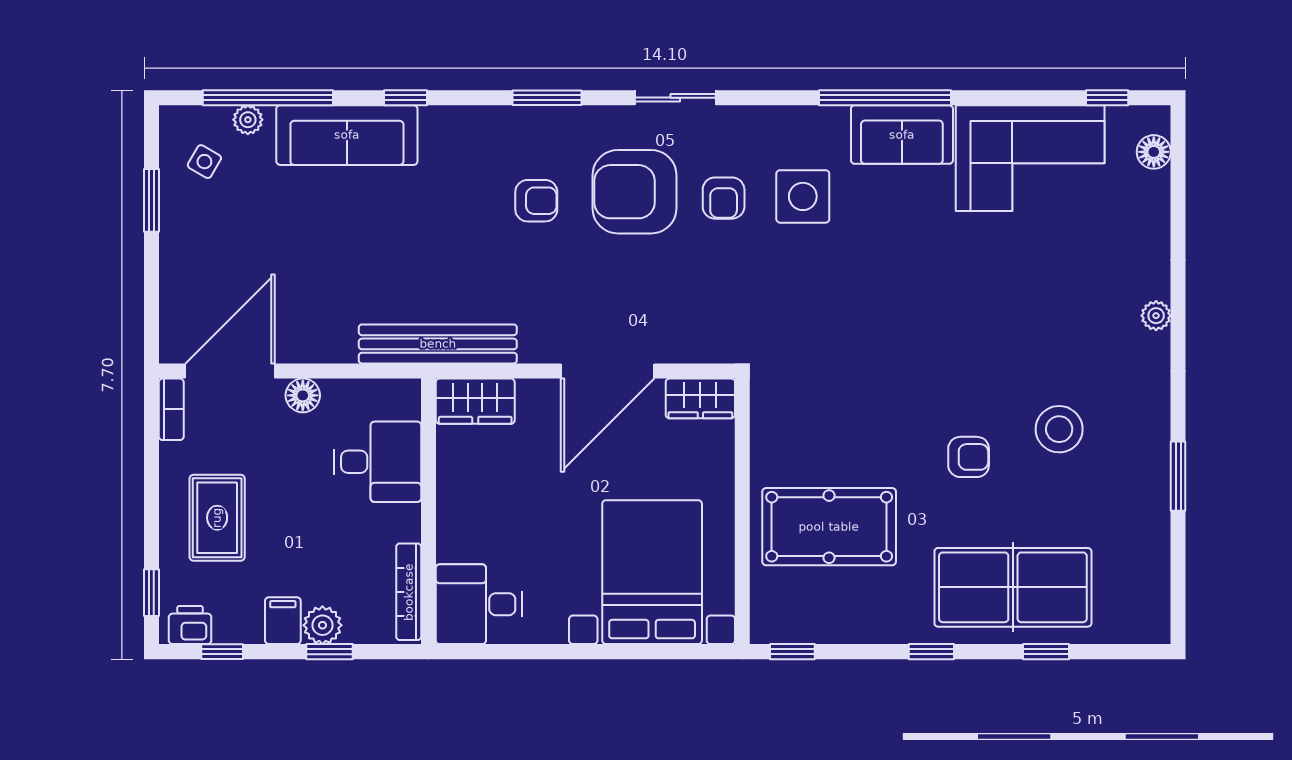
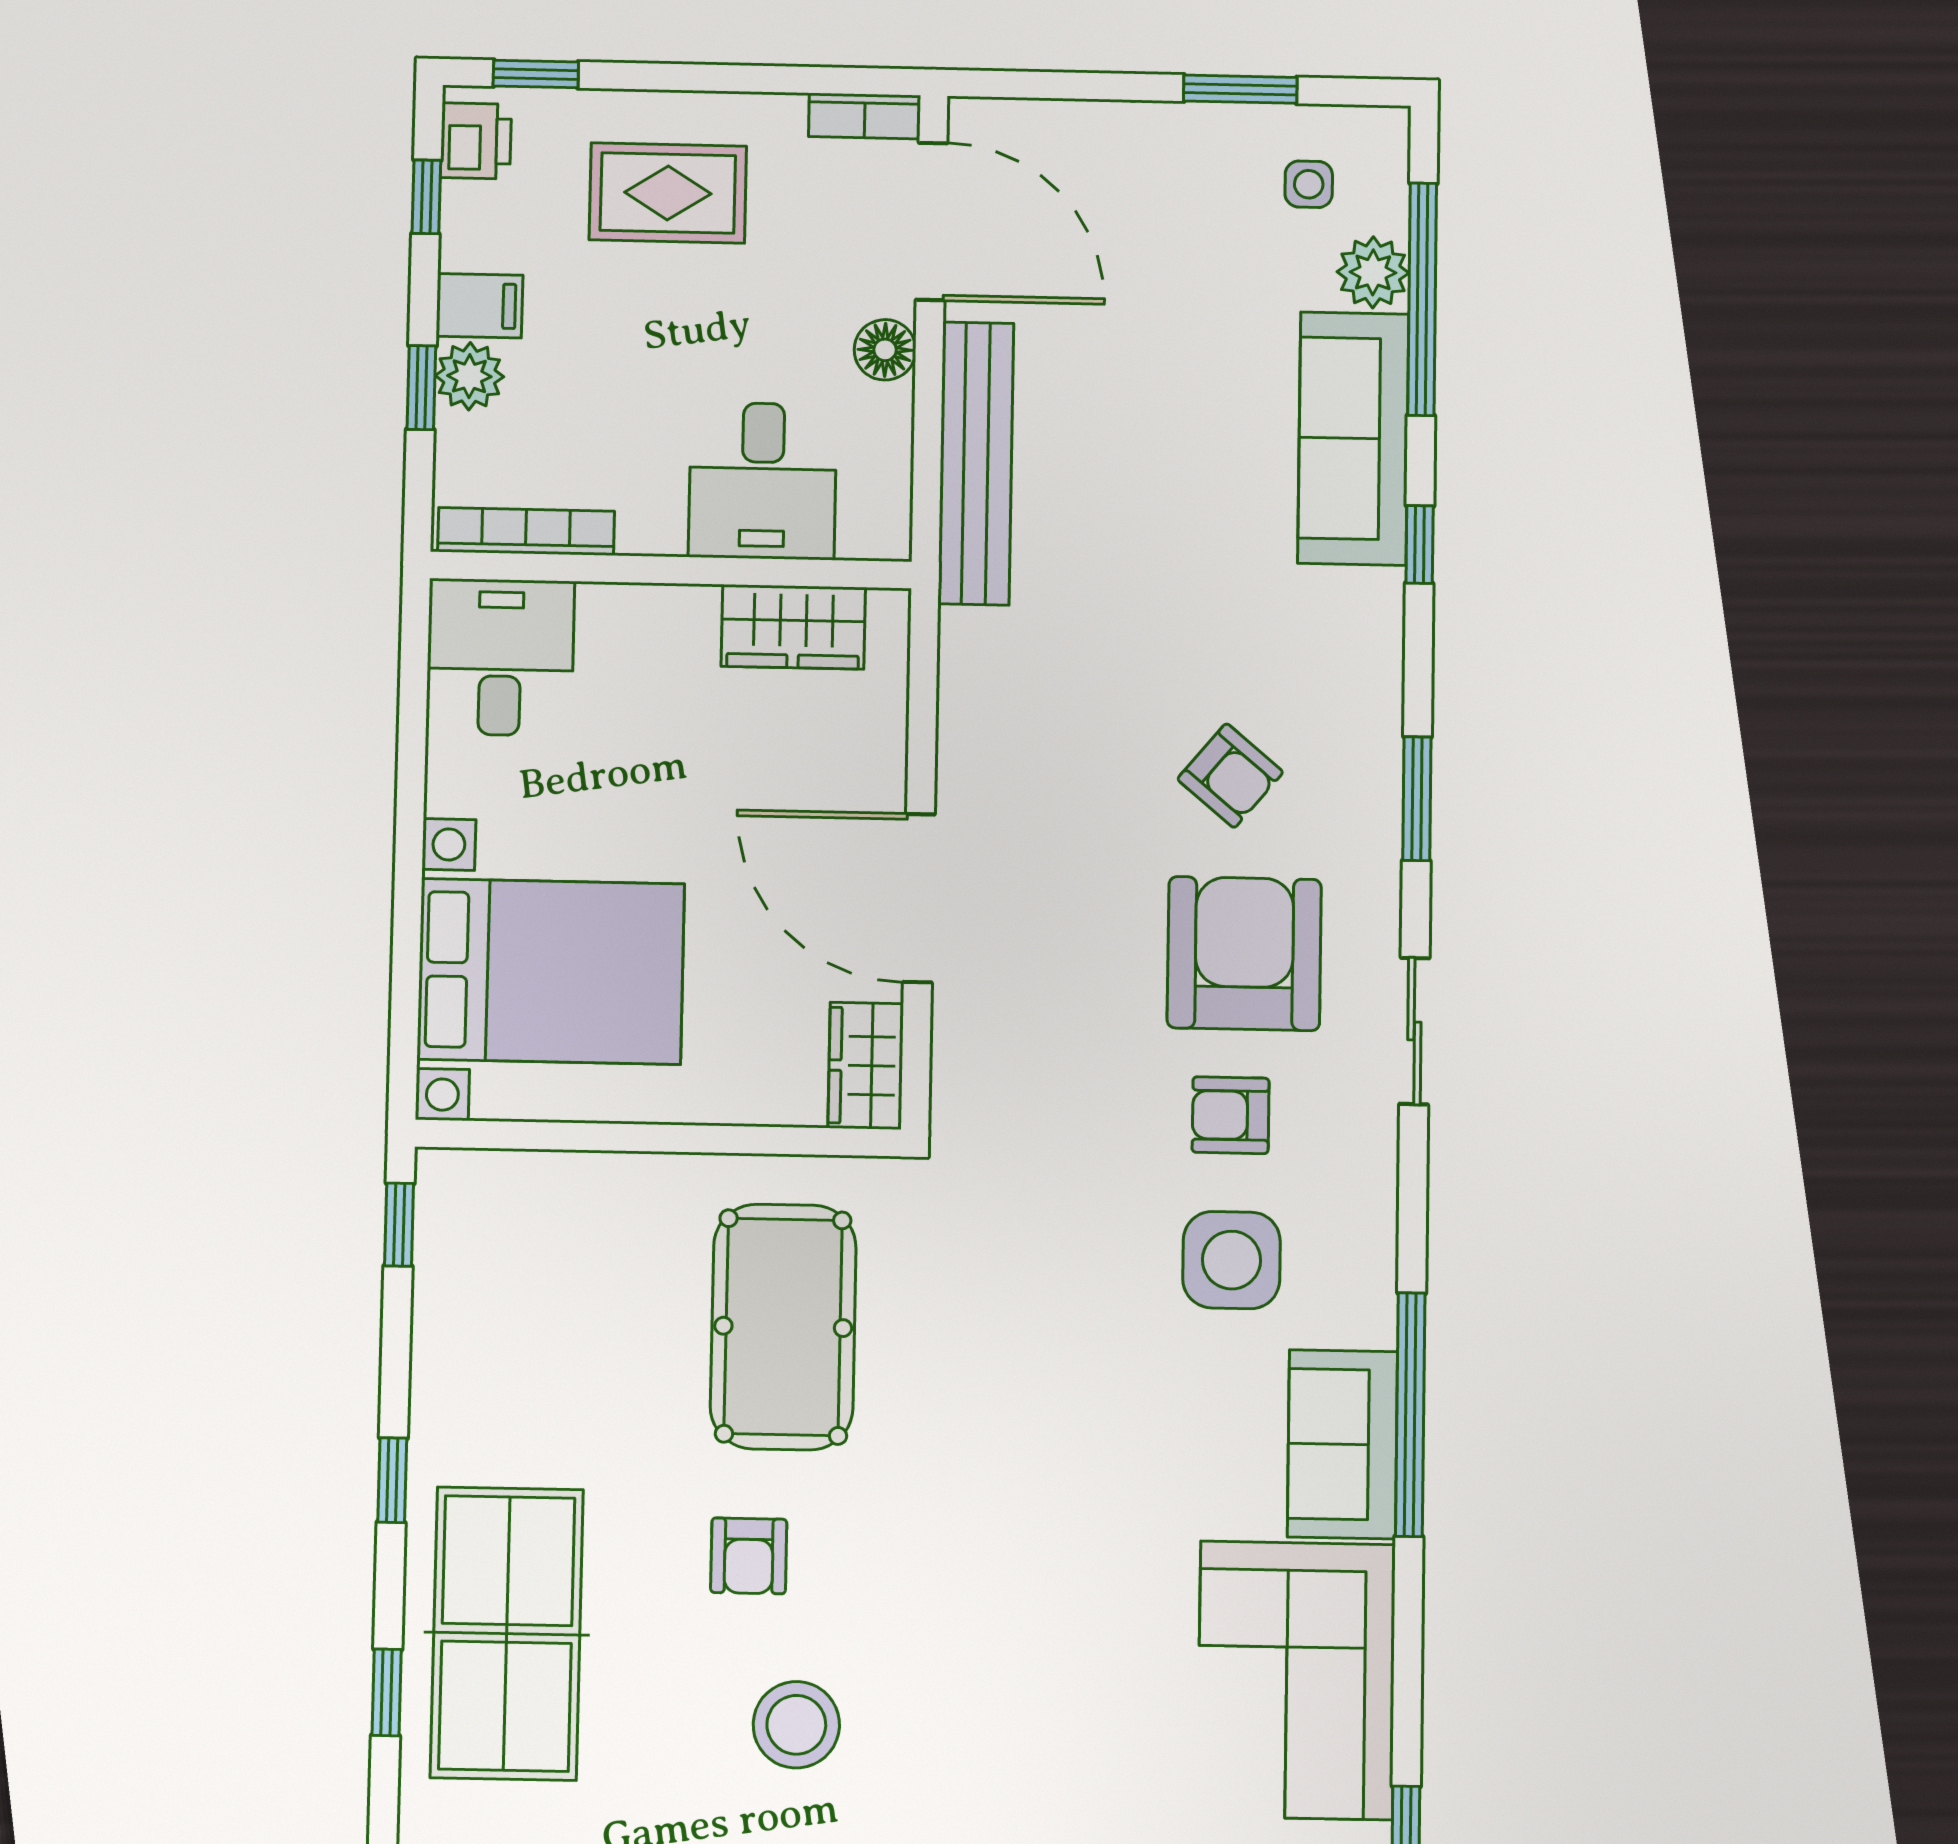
plant: (248, 120) -> (1373, 272), width x1.38, depth x1.38
side table: (204, 162) -> (1309, 184), turned -30
armchair: (536, 201) -> (1230, 776), turned -50
bench: (438, 344) -> (976, 463), moved
wardrobe: (475, 401) -> (793, 627), moved, turned -90
pool table: (829, 527) -> (783, 1327), moved

